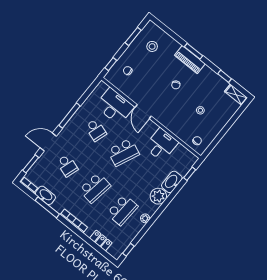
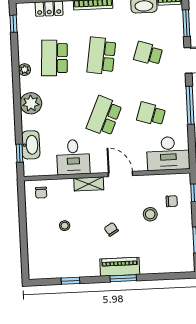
stool: (152, 46) -> (150, 214), moved
shelving: (236, 95) -> (89, 184), moved
desk: (115, 106) -> (168, 153), moved
washbasin: (172, 182) -> (31, 145), moved

